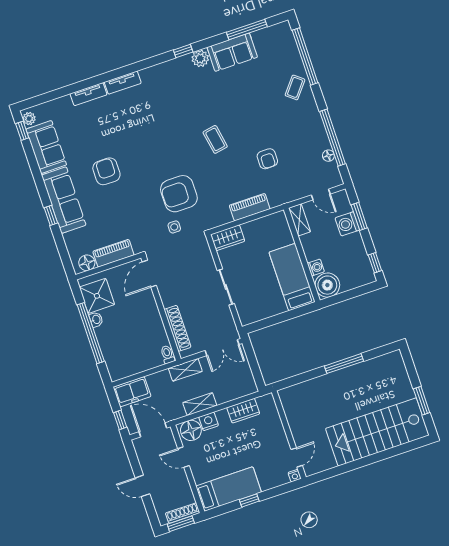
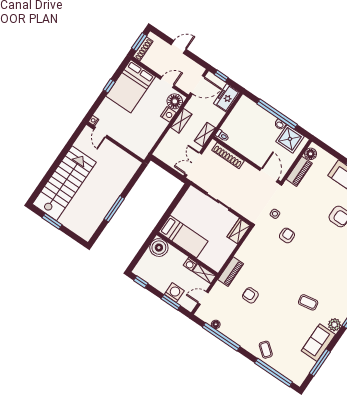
coffee table: (215, 139) -> (308, 302), moved
armchair: (179, 194) -> (287, 235), width x0.53, depth x0.53
piano: (250, 207) -> (231, 272), moved
washing machine: (316, 268) -> (190, 264), moved
wardrobe: (243, 411) -> (153, 136), removed
bed: (229, 489) -> (131, 86), width x1.50

